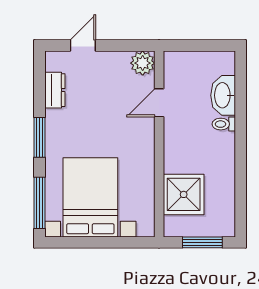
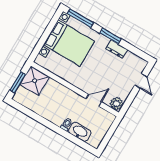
dresser: (55, 90) -> (117, 49), moved
door: (159, 103) -> (94, 100), hinge flipped
shower: (184, 194) -> (35, 81), moved

